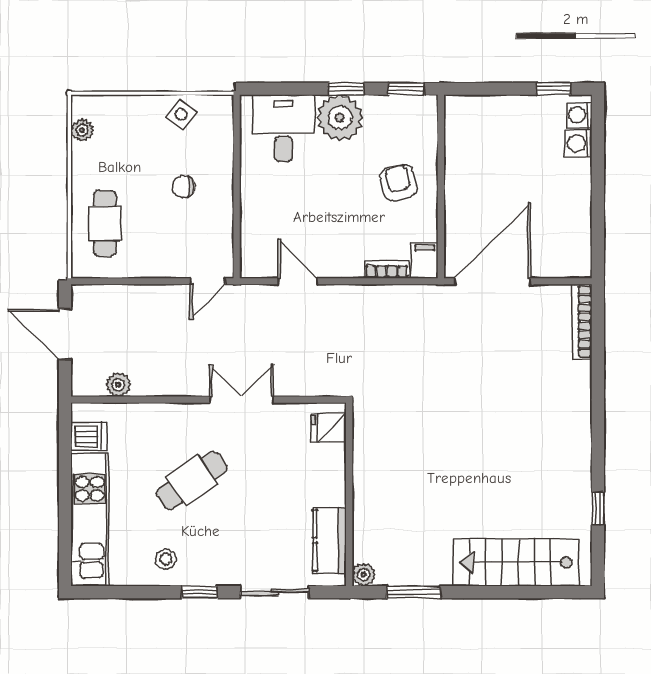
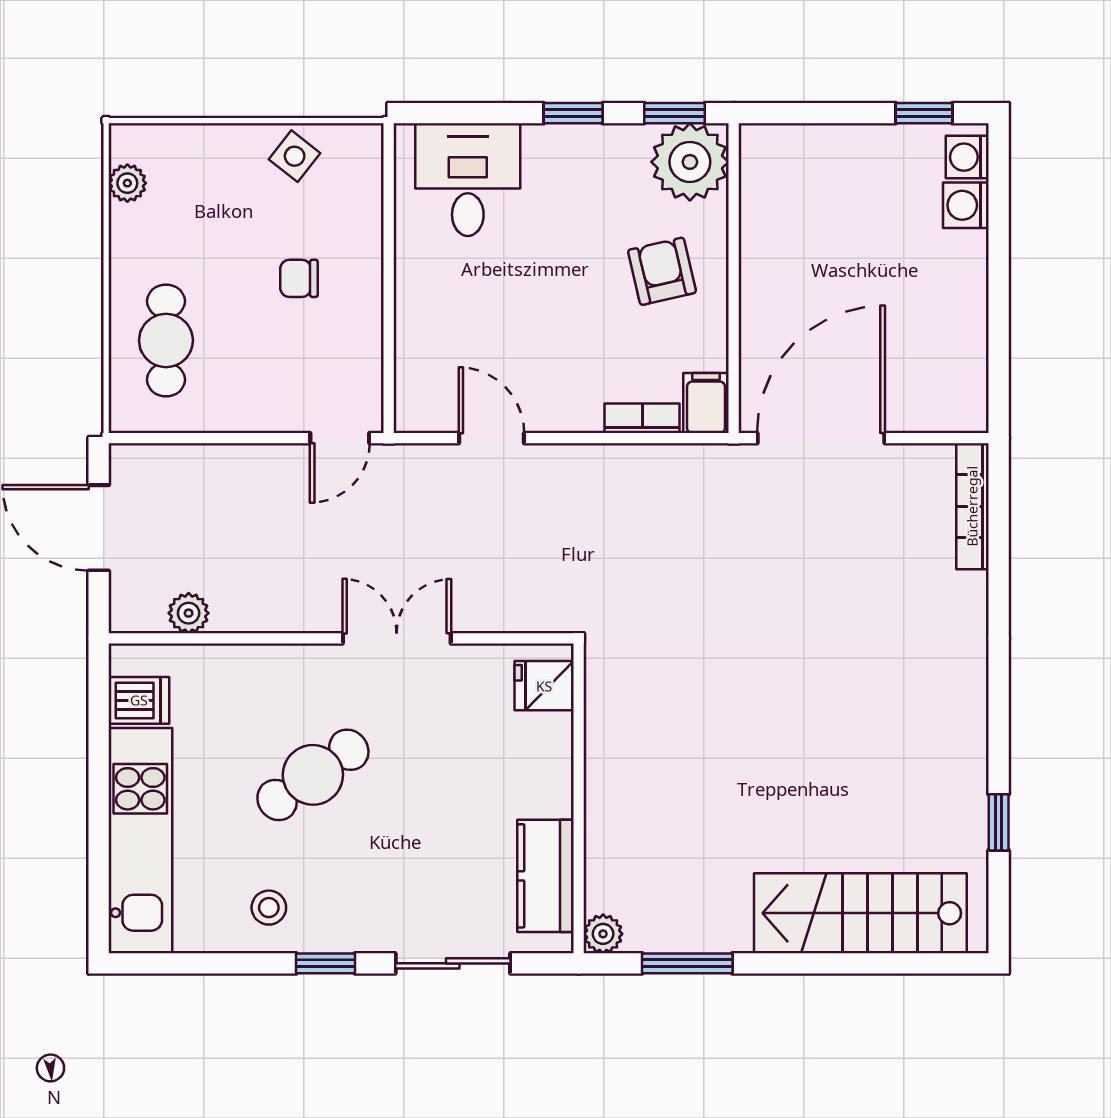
plant: (340, 118) -> (690, 162), moved

